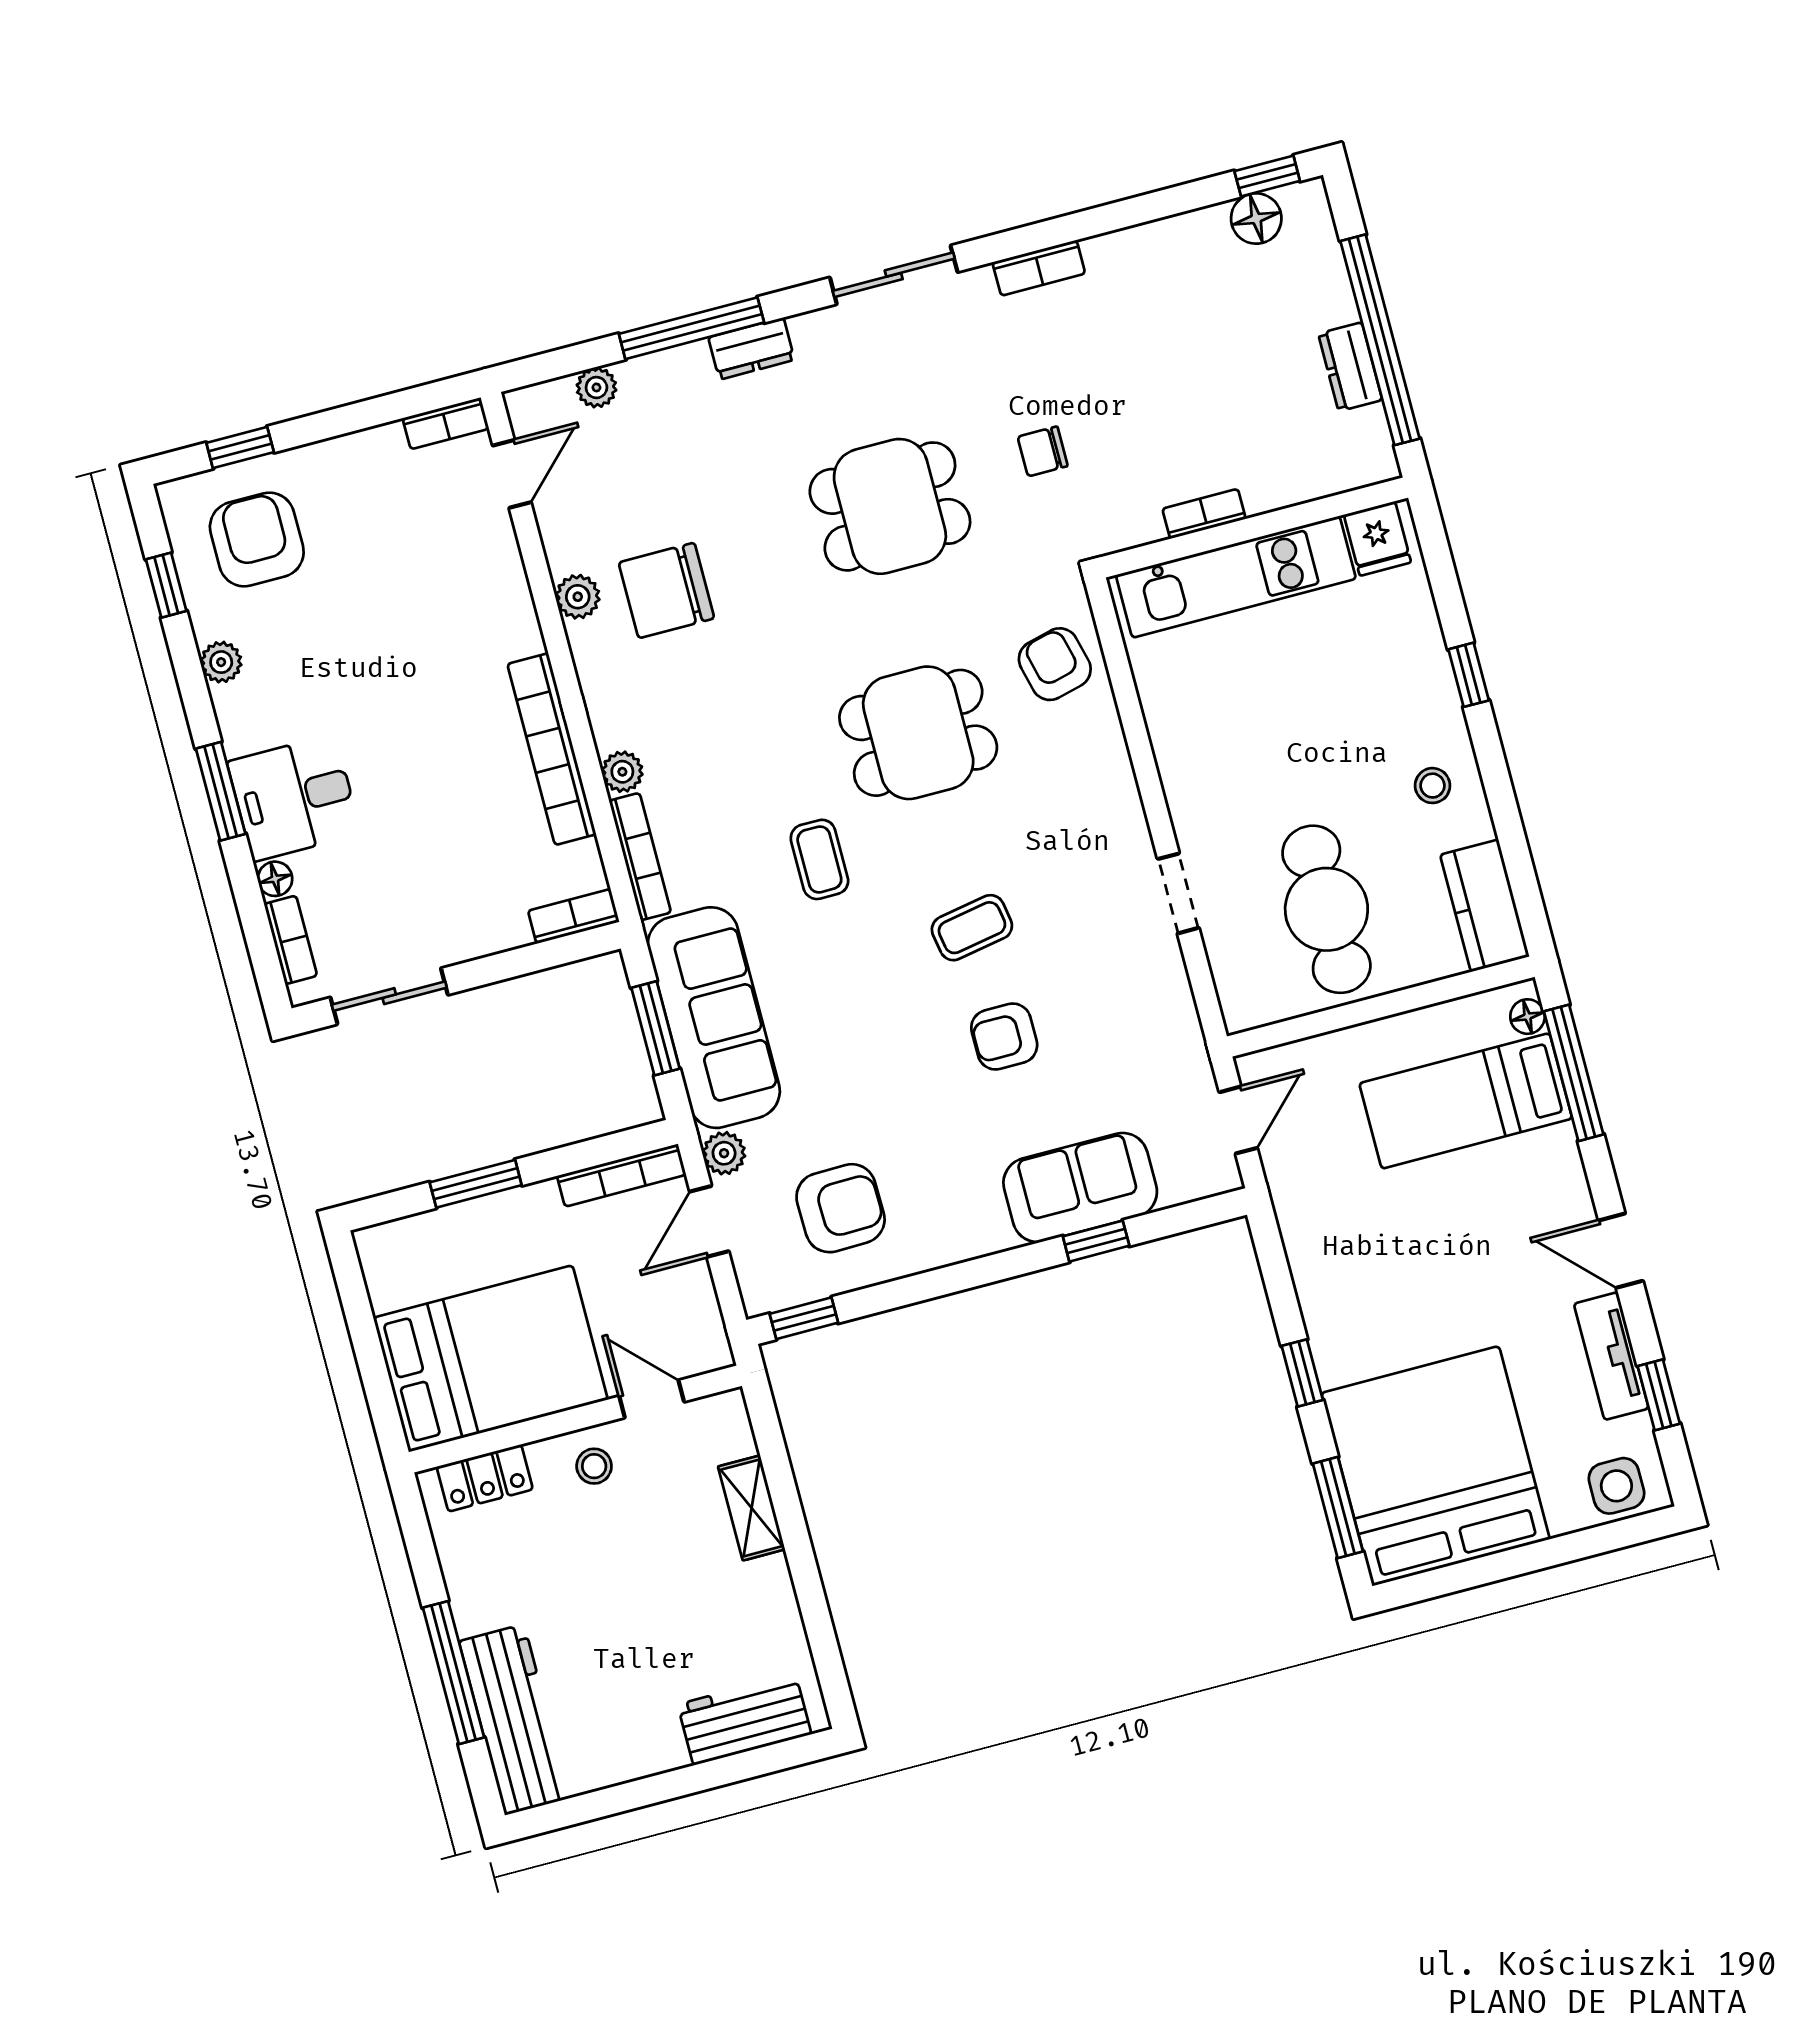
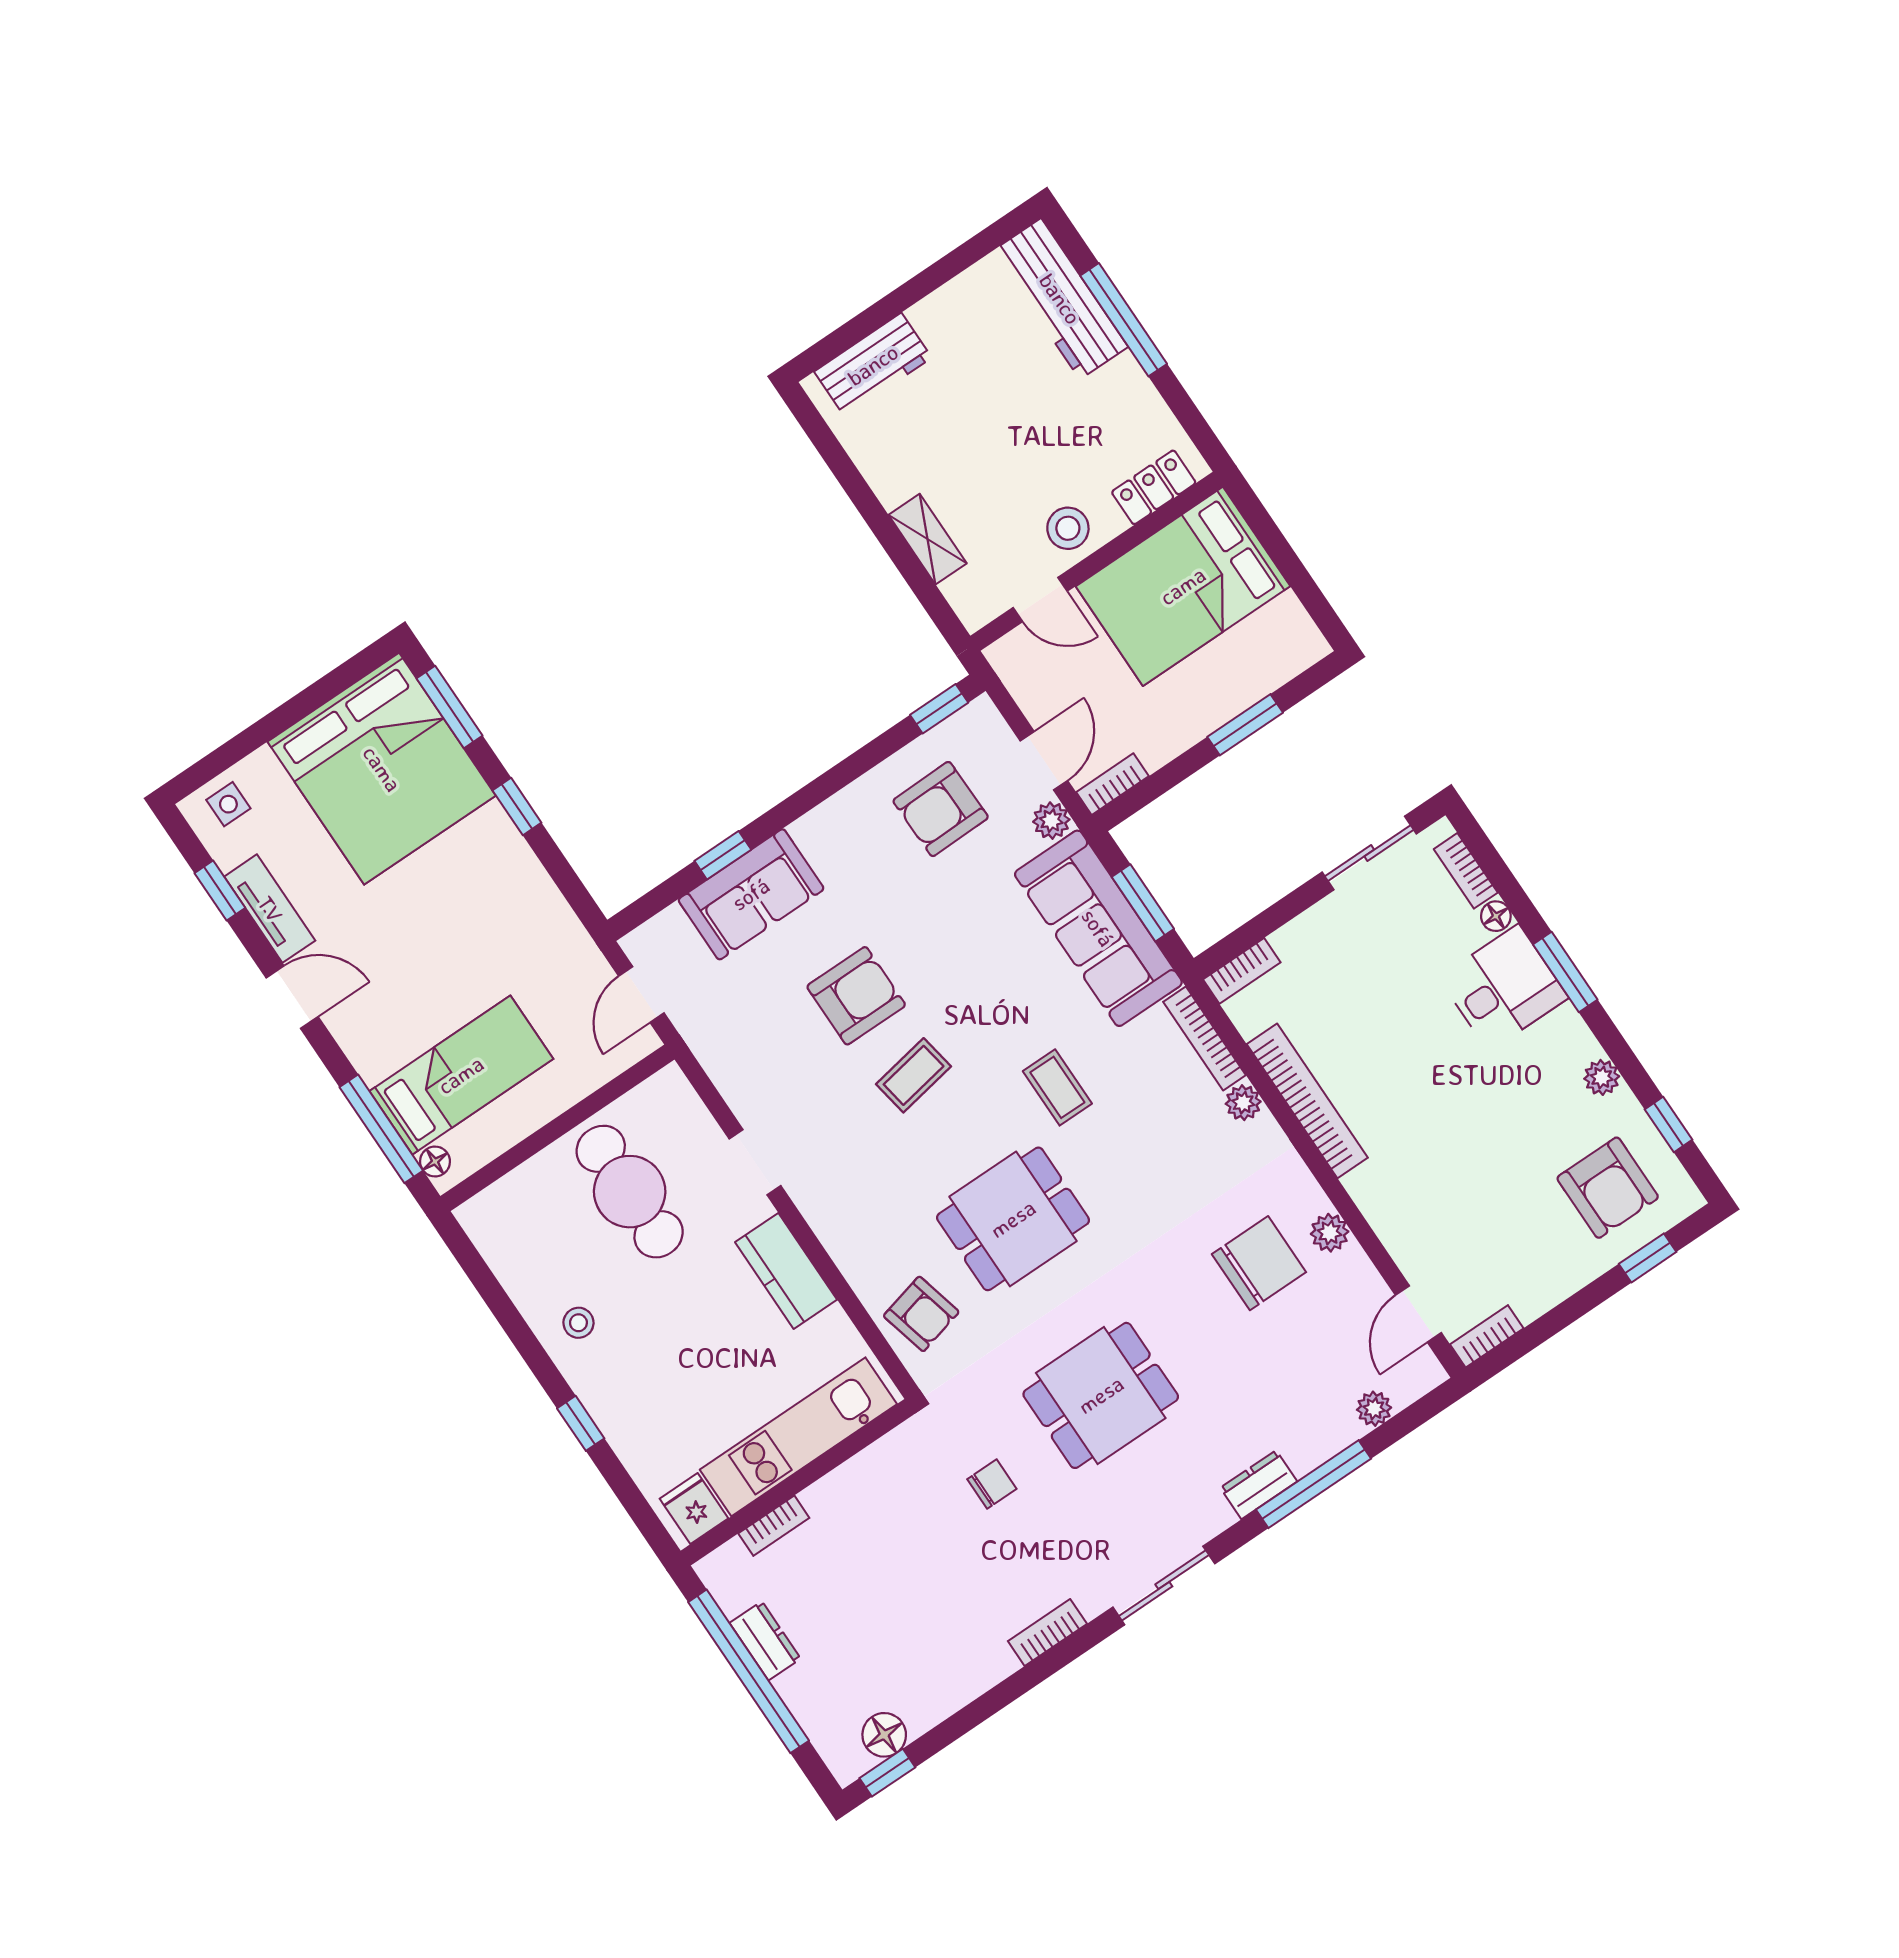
bookcase: (1204, 514) -> (774, 1526), moved
kitchen counter: (1485, 906) -> (786, 1271), moved, turned 180
armchair: (1004, 1036) -> (856, 996), width x1.38, depth x1.38
bookcase: (621, 1175) -> (1113, 784), width x0.64
stool: (594, 1466) -> (1068, 528), width x1.37, depth x1.37
side table: (1616, 1486) -> (228, 804), width x0.73, depth x0.73

